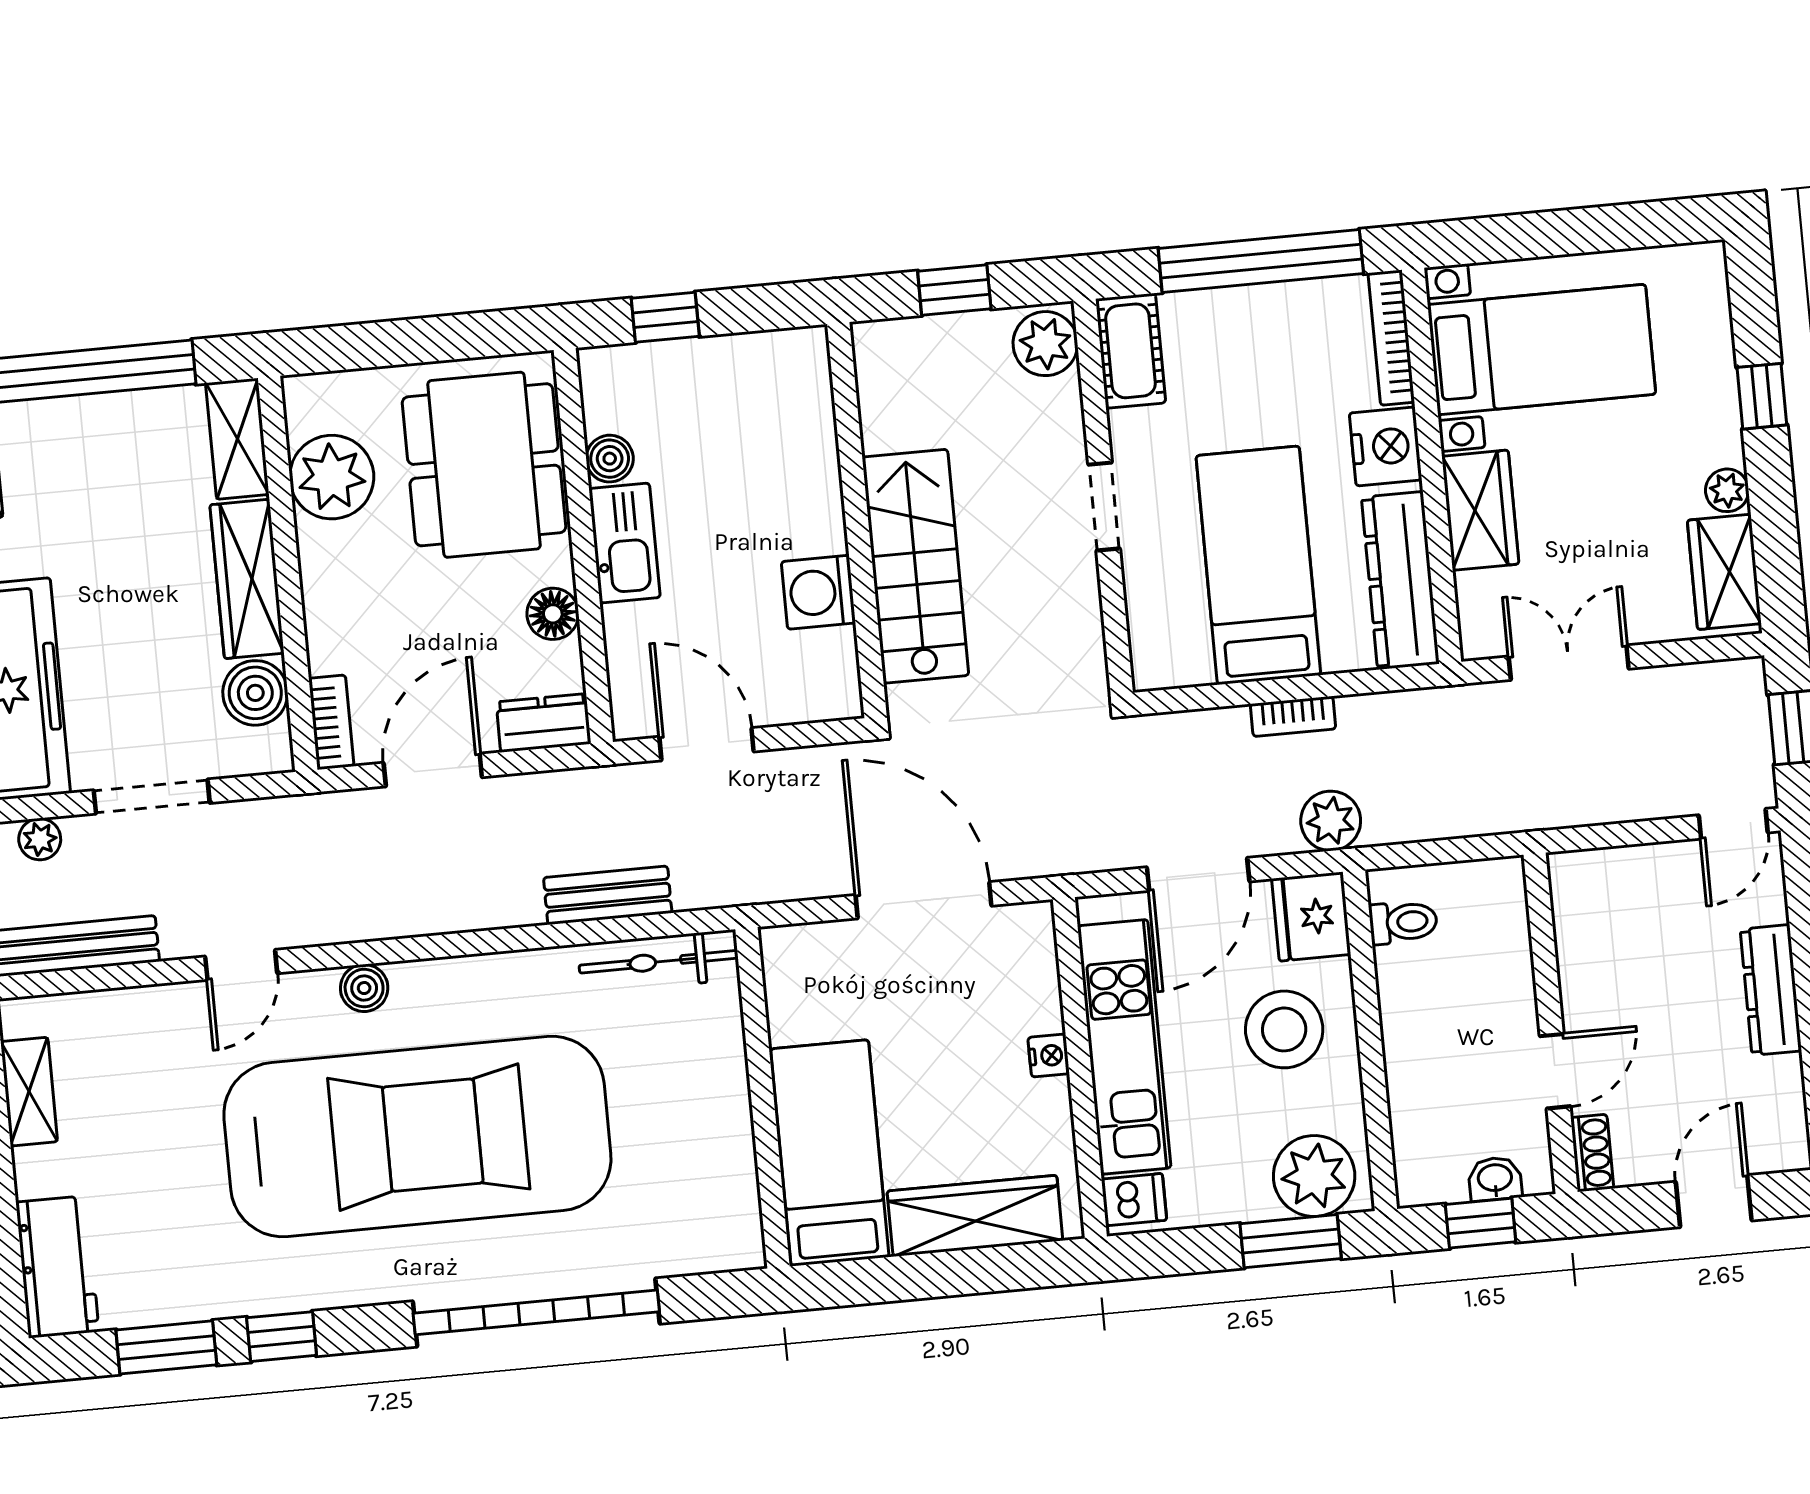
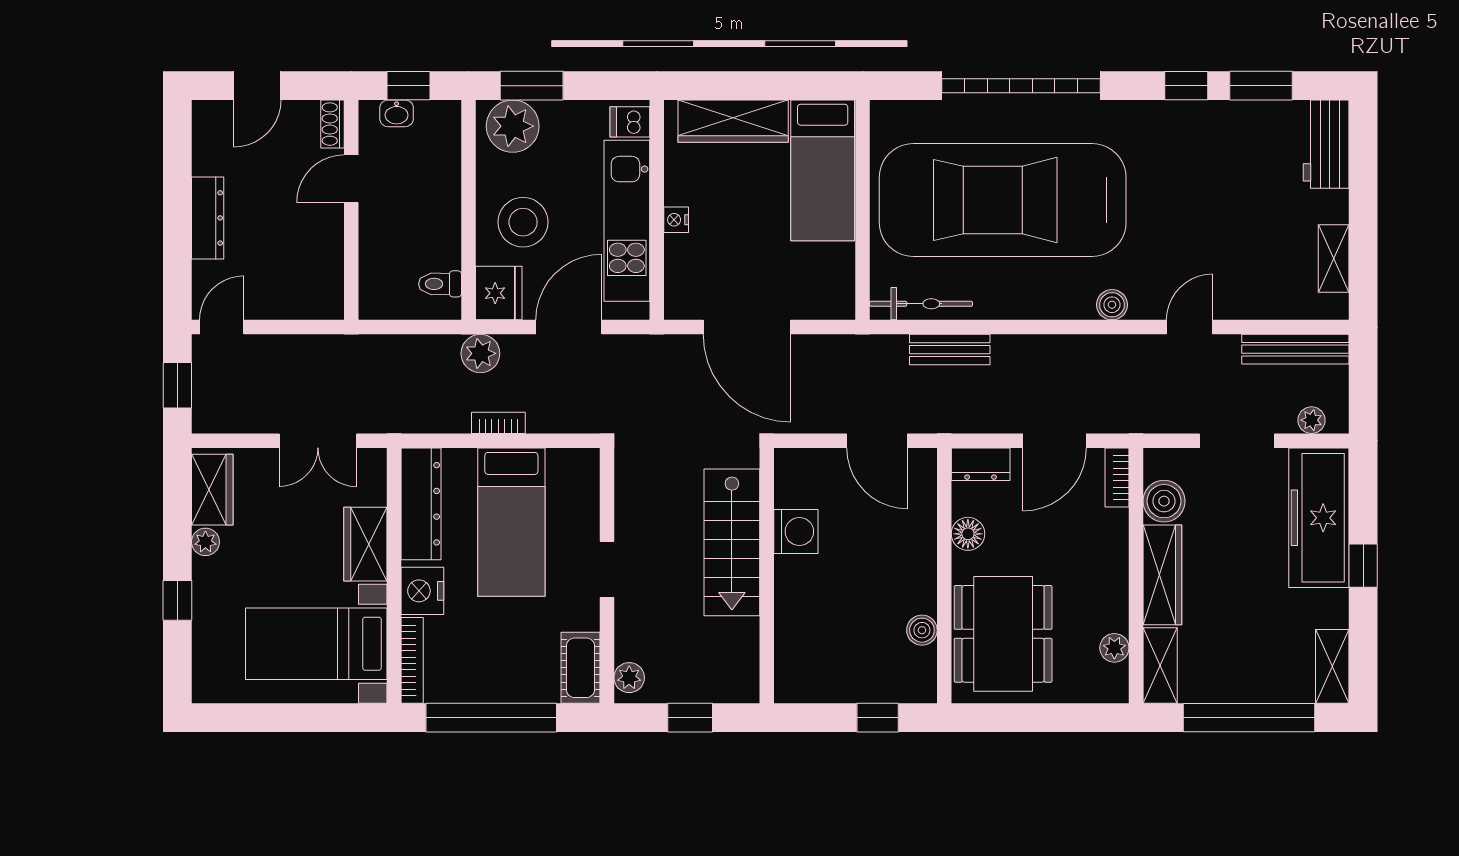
plant: (1045, 344) -> (629, 678), width x0.73, depth x0.73
plant: (332, 477) -> (1114, 648), width x0.53, depth x0.53
kitchen sink: (625, 543) -> (918, 575), removed
car: (417, 1137) -> (1003, 200), moved

